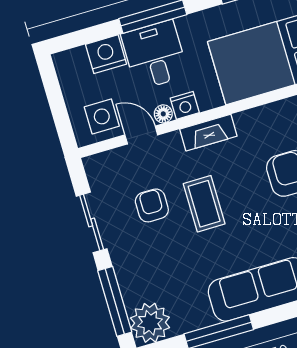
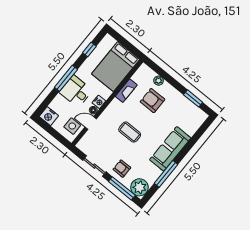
nightstand: (106, 54) -> (49, 116), moved, turned -90
fireplace: (208, 133) -> (126, 91), moved
armchair: (152, 205) -> (122, 169), moved

